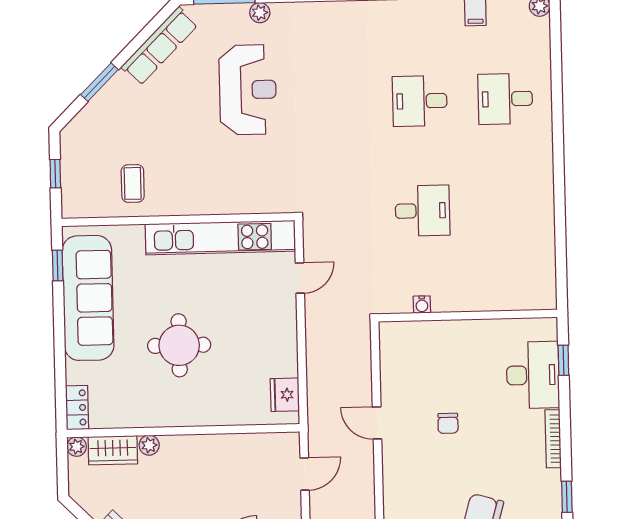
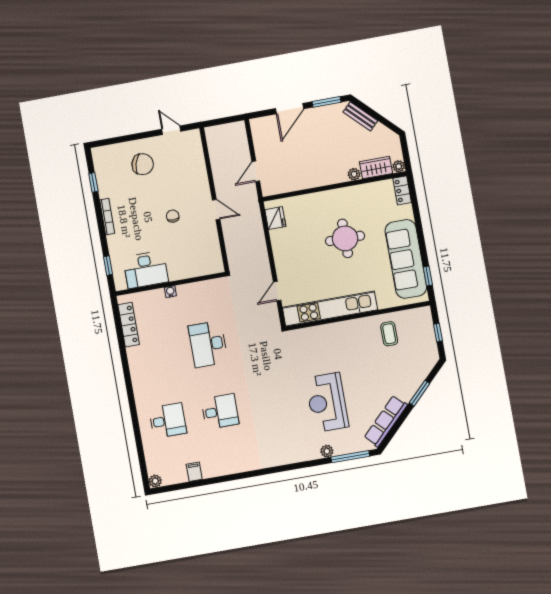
desk: (422, 211) -> (208, 344), width x1.37
locker: (545, 261) -> (129, 325), added
water cooler: (422, 305) -> (170, 292), moved
desk: (533, 375) -> (146, 270), moved, turned -90

